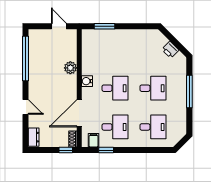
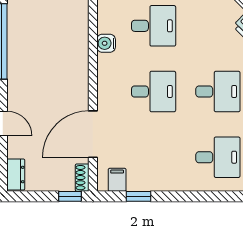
plant: (70, 68) -> (78, 57), removed
water cooler: (87, 81) -> (106, 43), moved
desk: (115, 127) -> (154, 26), moved

